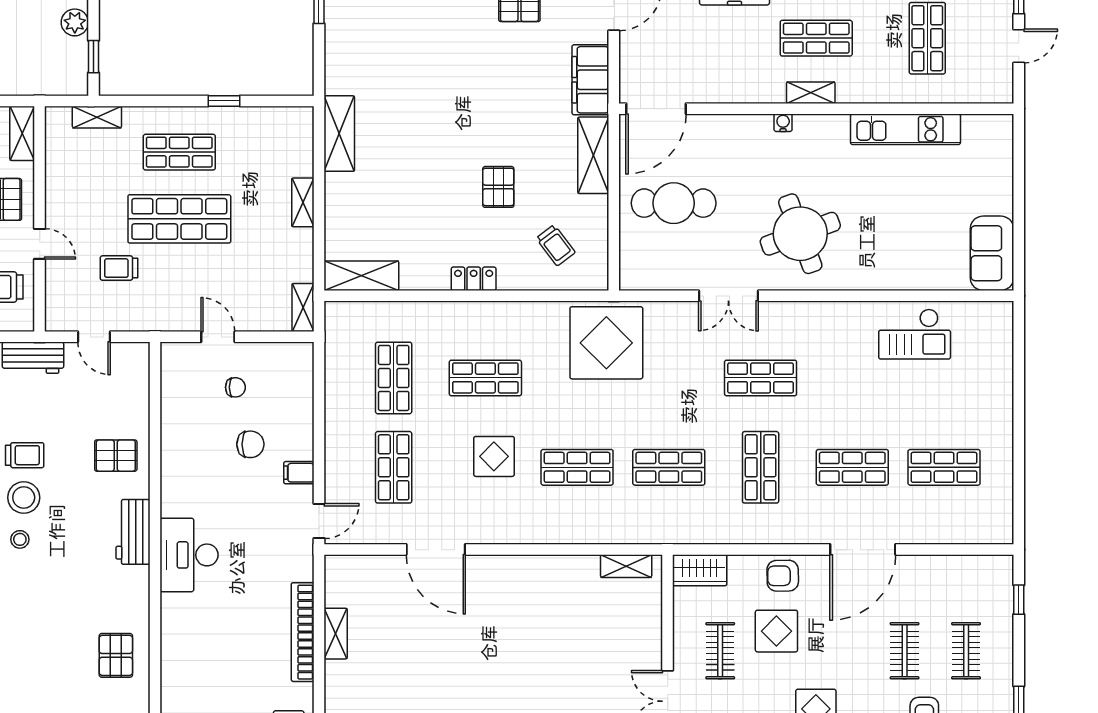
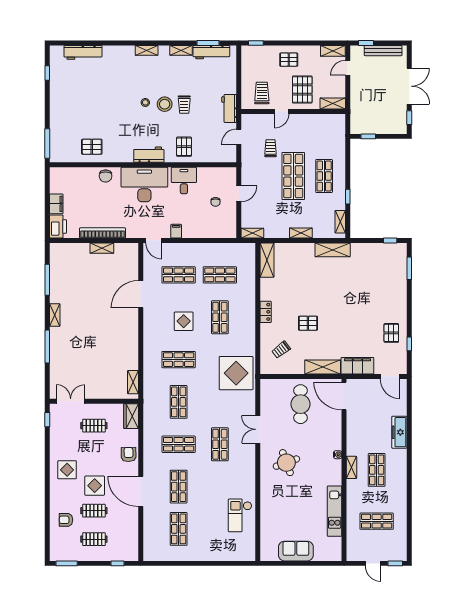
plant: (75, 22) -> (384, 128), removed
shelving: (97, 117) -> (340, 222), moved
round table: (800, 234) -> (286, 463), width x0.73, depth x0.73
sofa: (992, 253) -> (296, 551), moved
chair: (250, 444) -> (106, 176), moved
desk: (189, 456) -> (184, 181), added
shop shelf: (577, 467) -> (179, 360), turned 90
desk: (189, 555) -> (144, 184), width x1.36, depth x1.30
display table: (776, 631) -> (95, 486), moved

